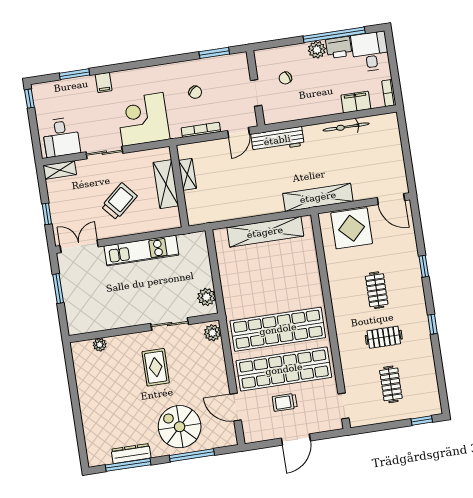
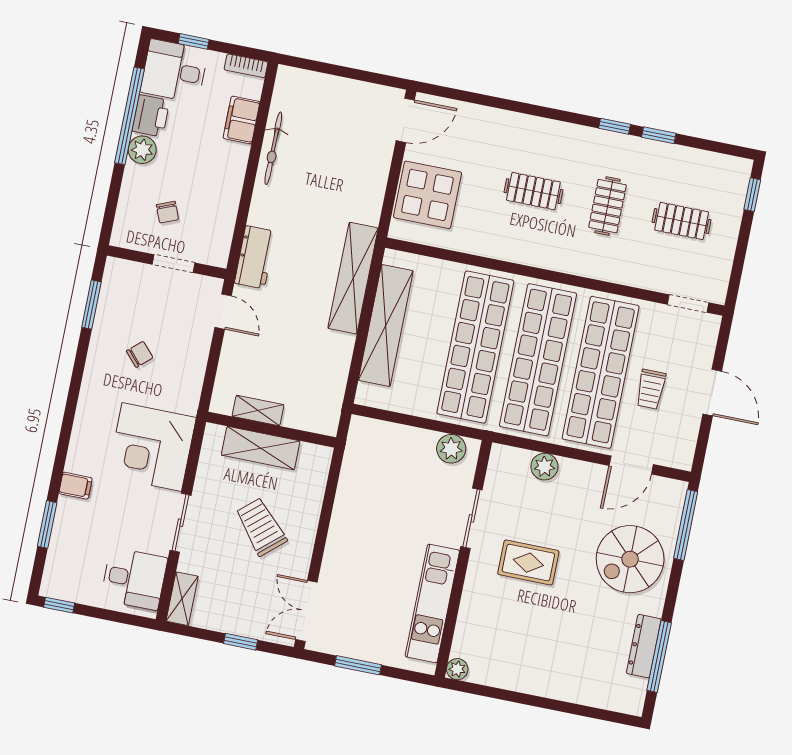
window: (392, 57) -> (194, 41), added
bookcase: (201, 130) -> (199, 366), removed
workbench: (277, 140) -> (255, 257), width x0.73
shelving: (318, 197) -> (353, 278), moved
kitchen unit: (141, 251) -> (432, 603), moved, turned 180
window: (424, 266) -> (659, 135), moved
shop shelf: (272, 289) -> (475, 347), added
plant: (212, 333) -> (544, 467), moved
plant: (100, 345) -> (457, 669), moved
window: (192, 455) -> (686, 525), moved

